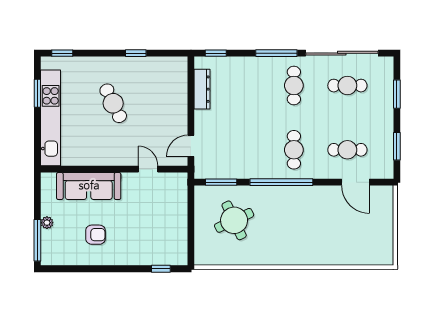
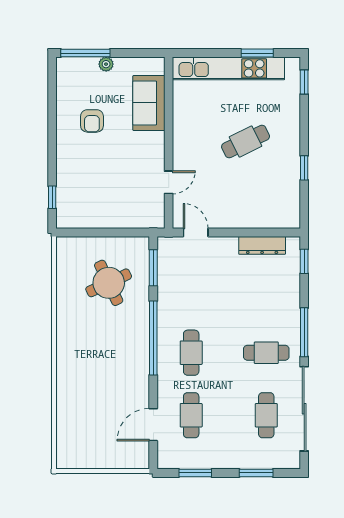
cafe table: (294, 150) -> (191, 353), turned 90
sofa: (89, 186) -> (149, 103), width x0.73

